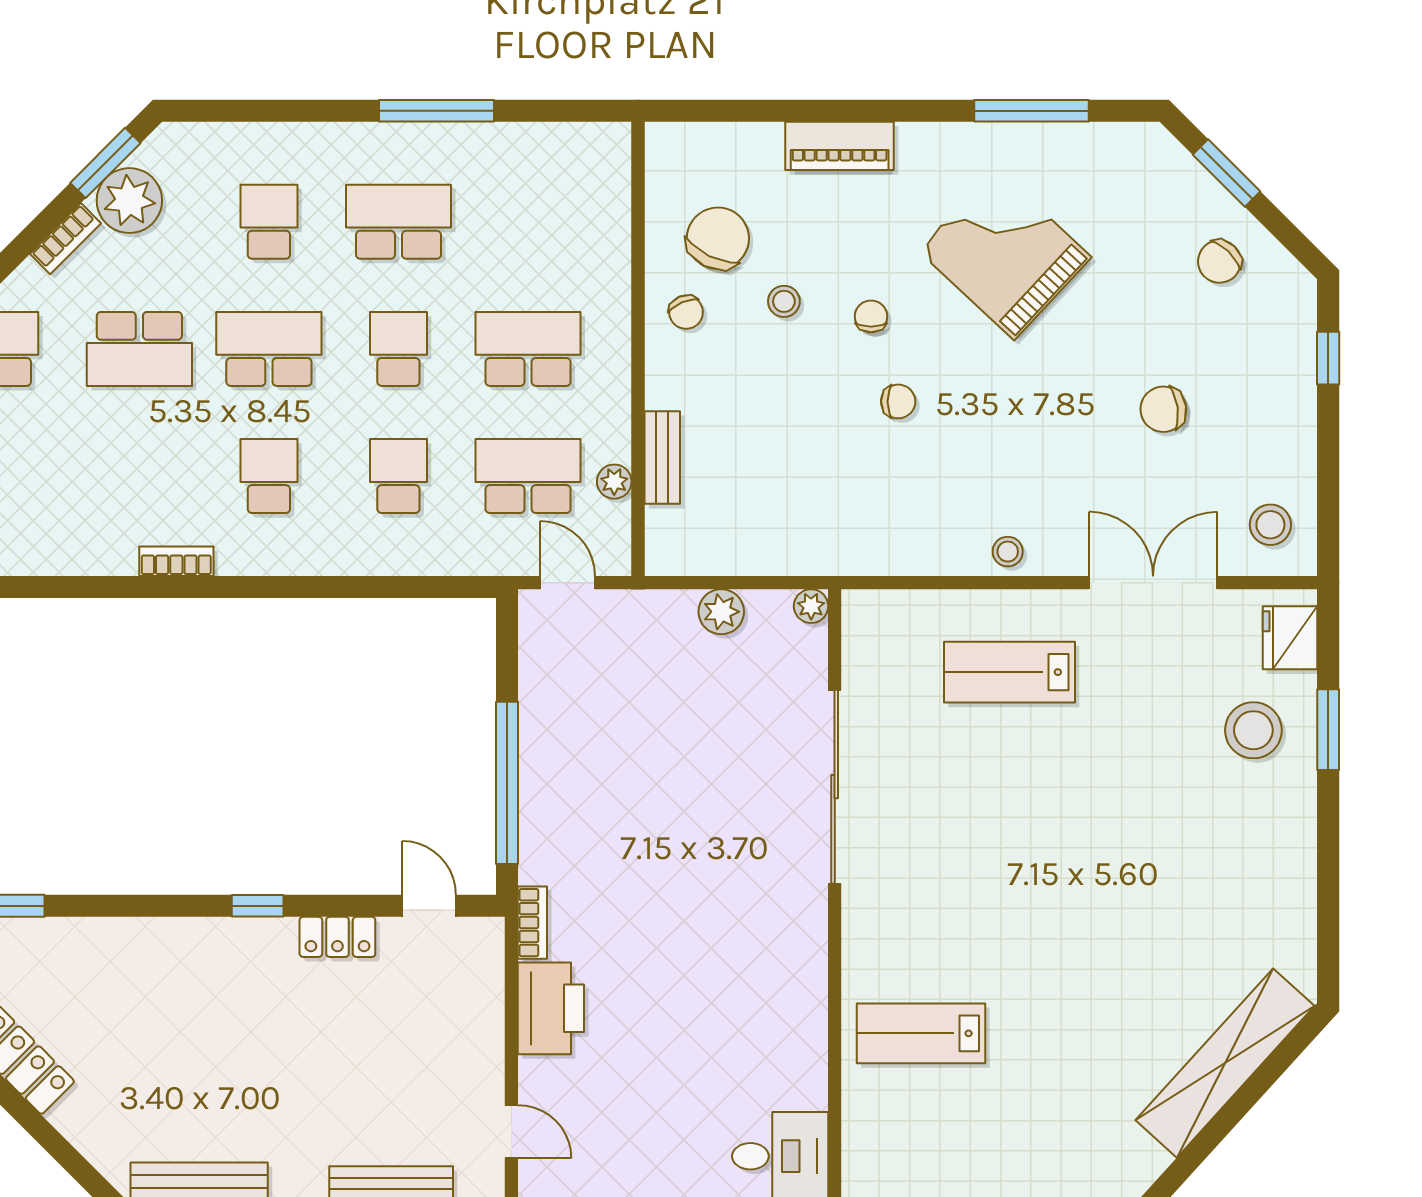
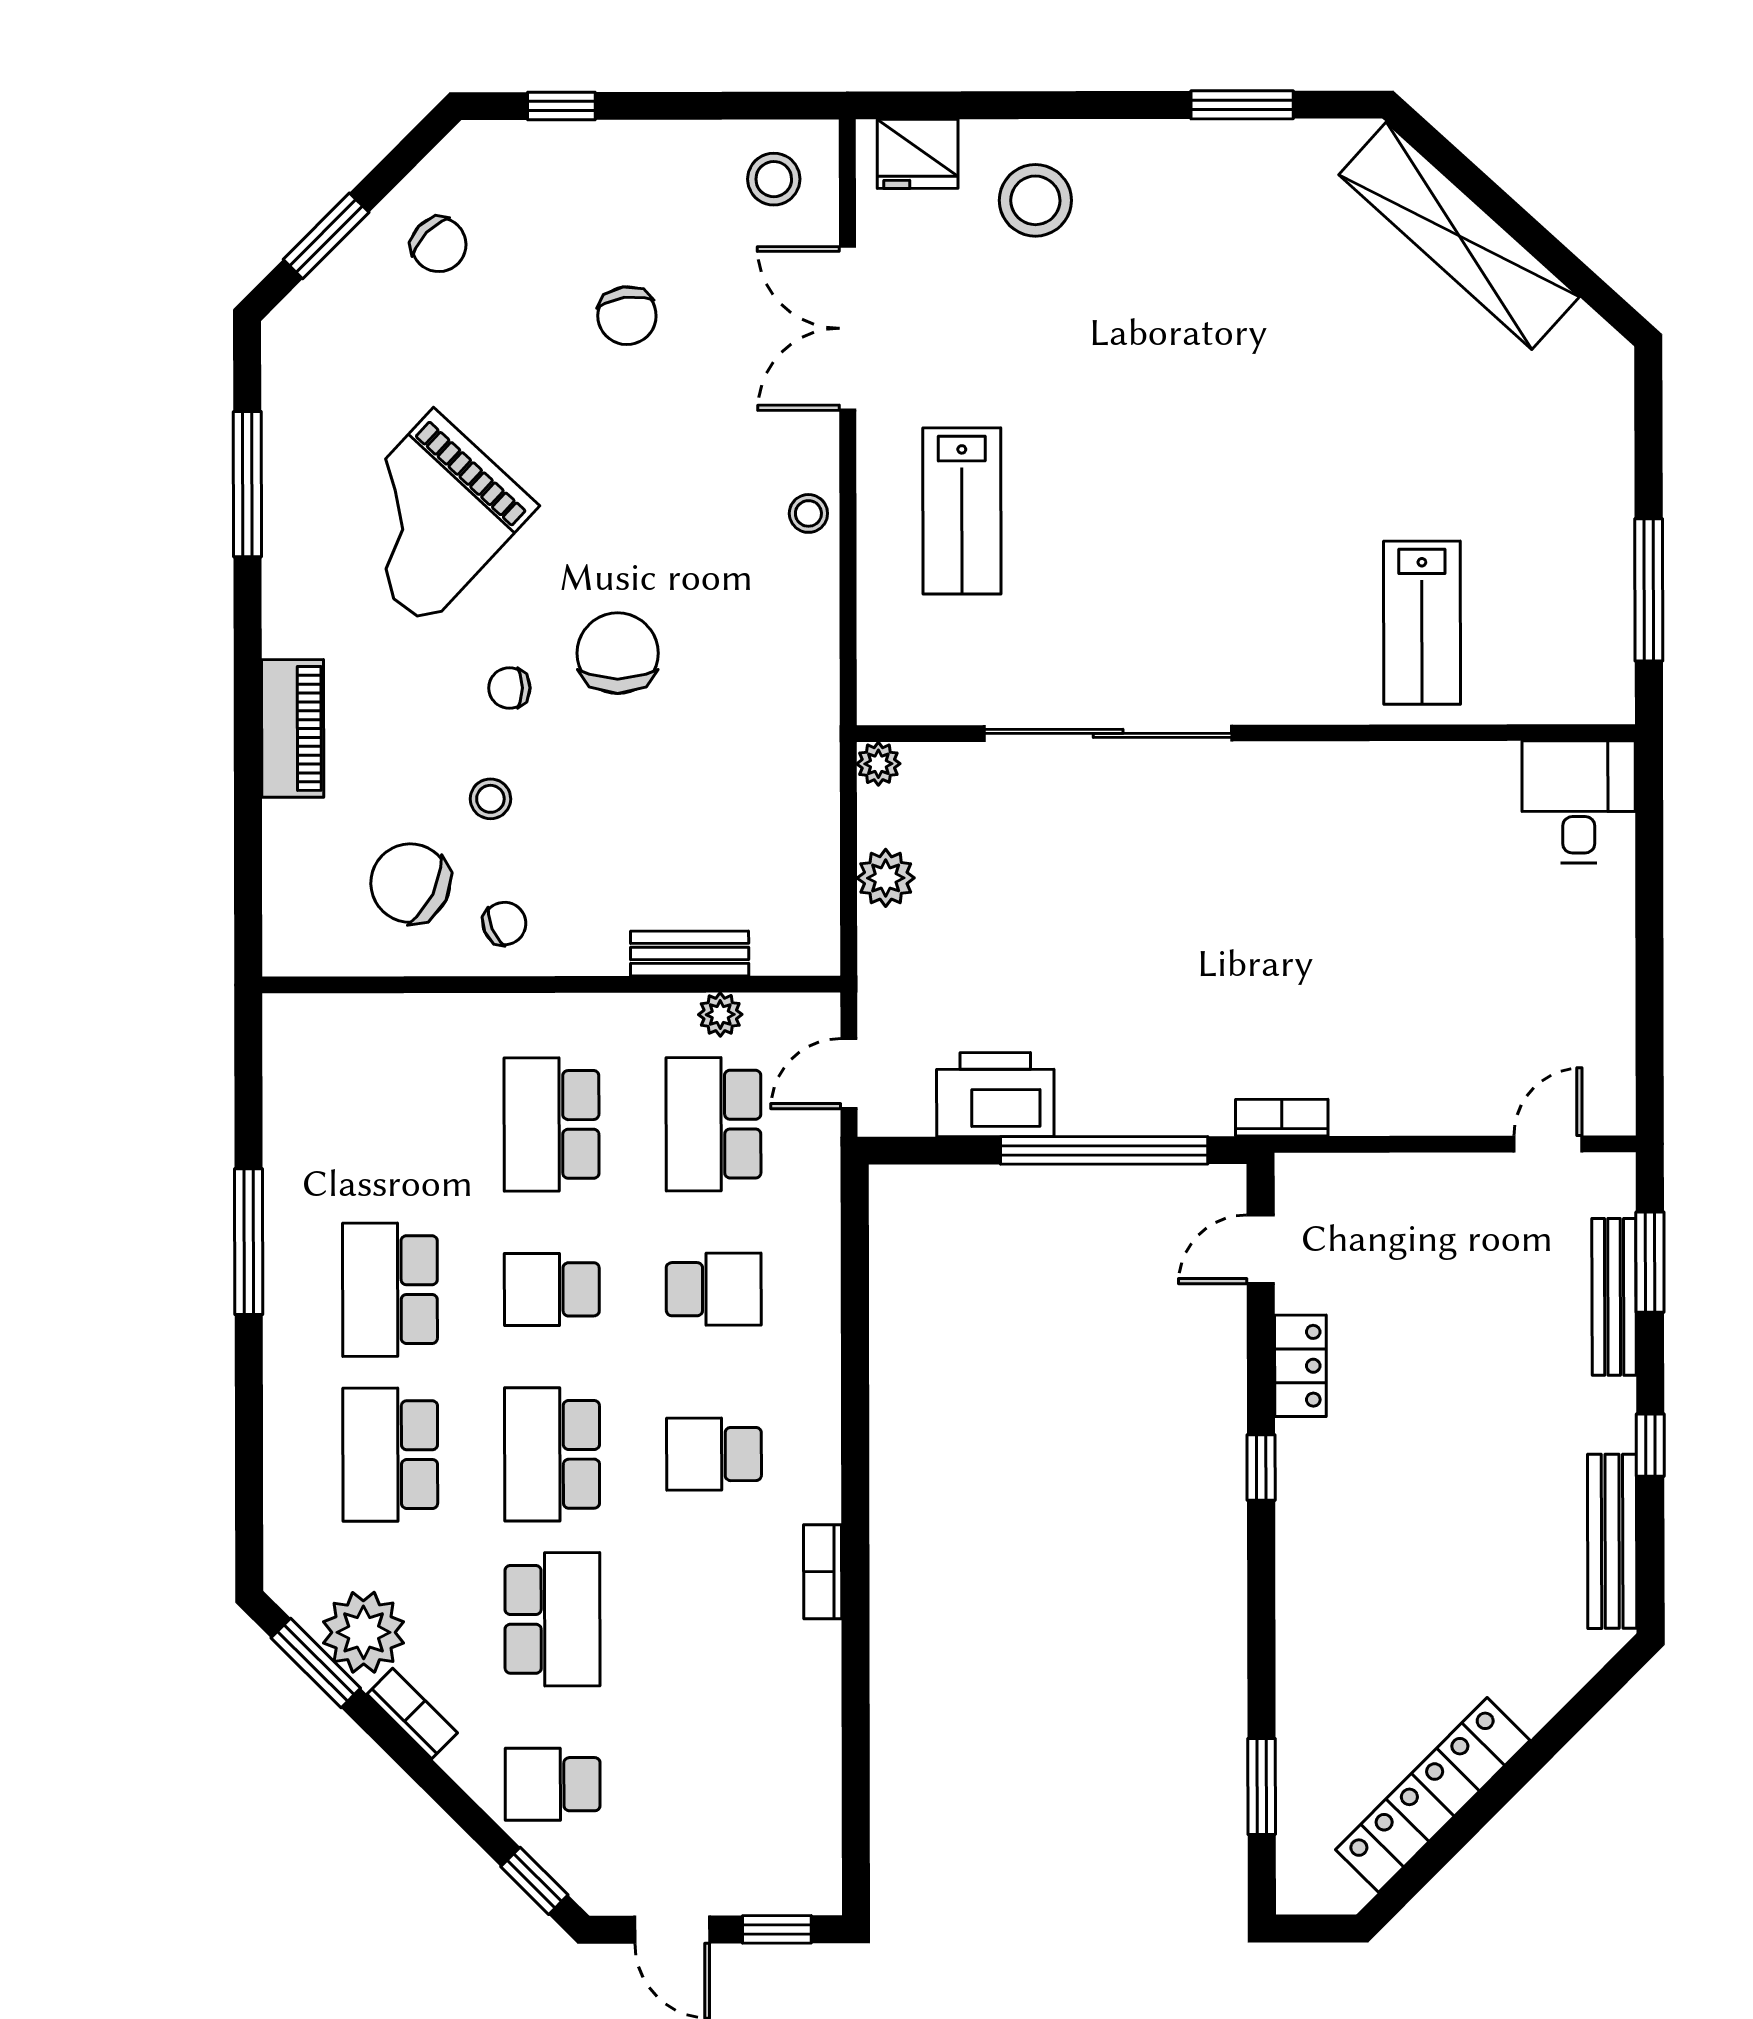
school desk: (269, 222) -> (390, 1455), width x1.85
chair: (898, 401) -> (618, 653), width x1.87, depth x1.87
school desk: (398, 476) -> (714, 1289), turned 180
window: (1328, 730) -> (1242, 105), moved
printer: (551, 1008) -> (995, 1095), moved

